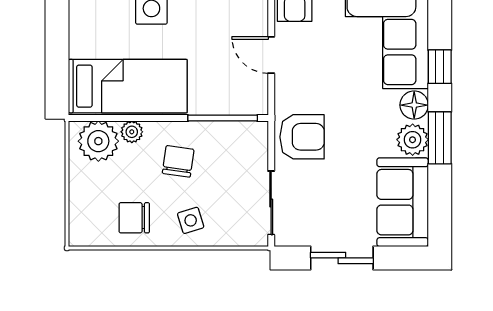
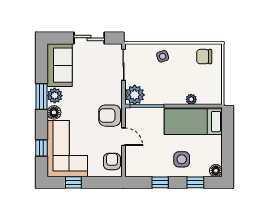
window: (440, 67) -> (42, 148), moved
armchair: (302, 137) -> (110, 116), moved
plant: (98, 141) -> (135, 95), moved
chair: (178, 161) -> (169, 85), removed
chair: (134, 218) -> (204, 57), moved, turned 180

